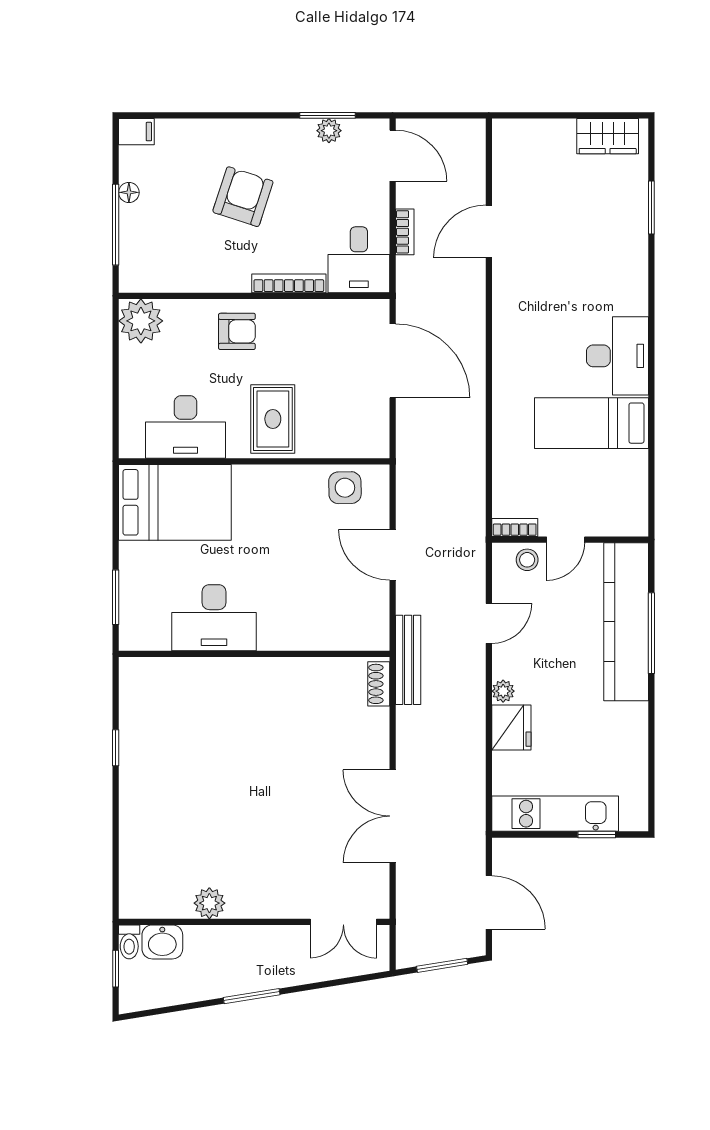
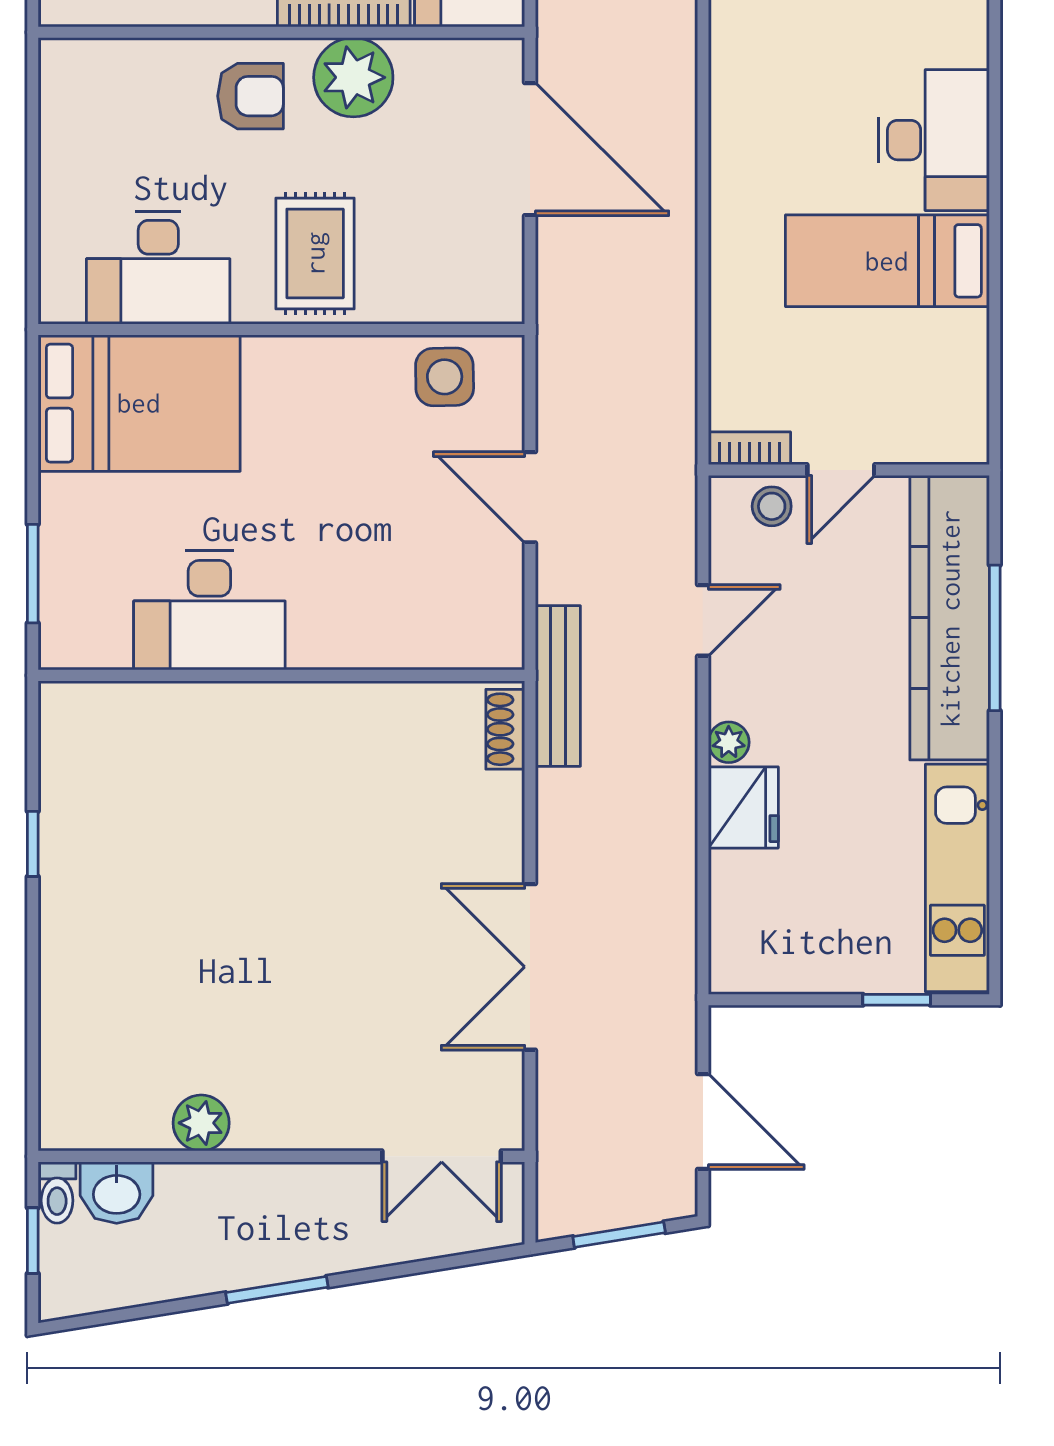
plant: (141, 321) -> (353, 77), moved
kitchen unit: (555, 814) -> (957, 878), moved, turned -90

